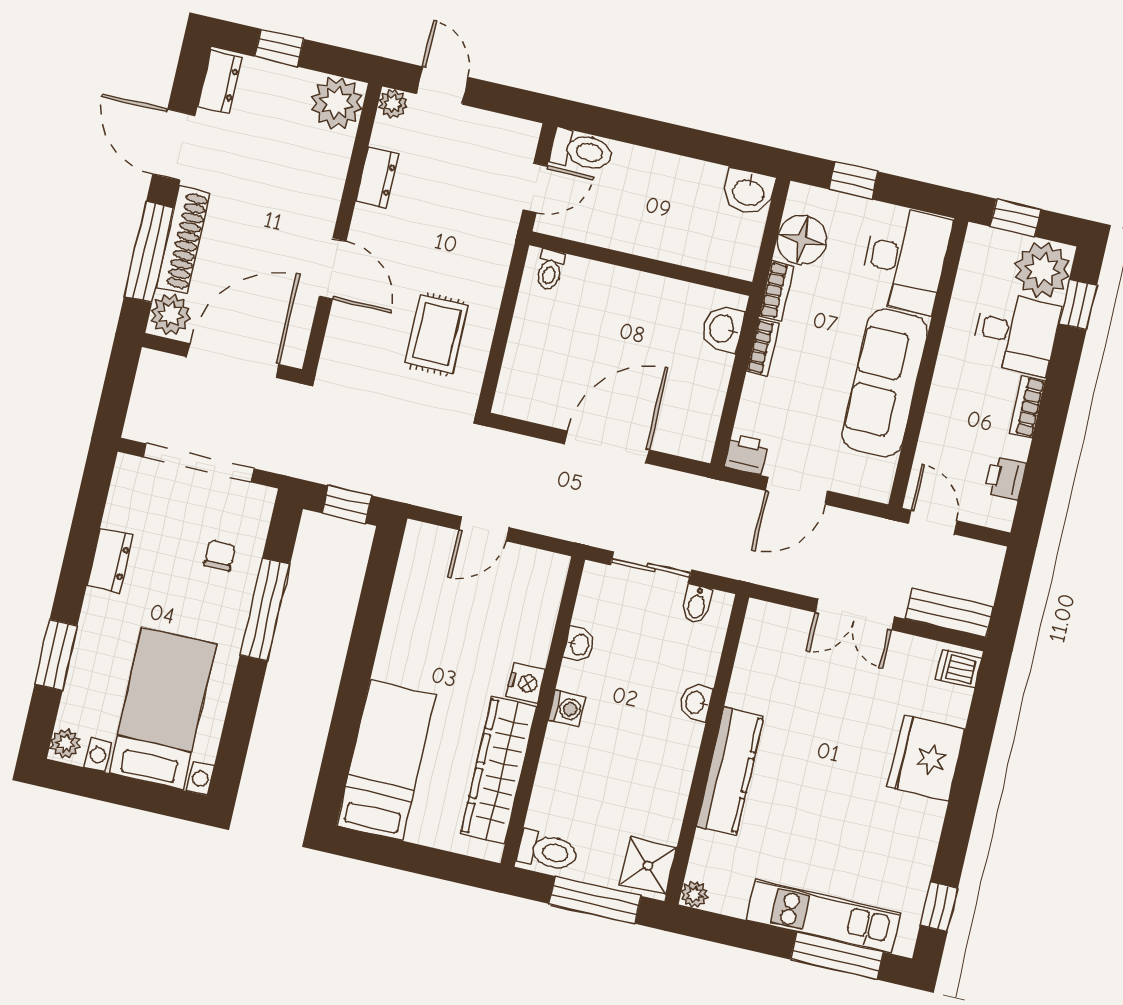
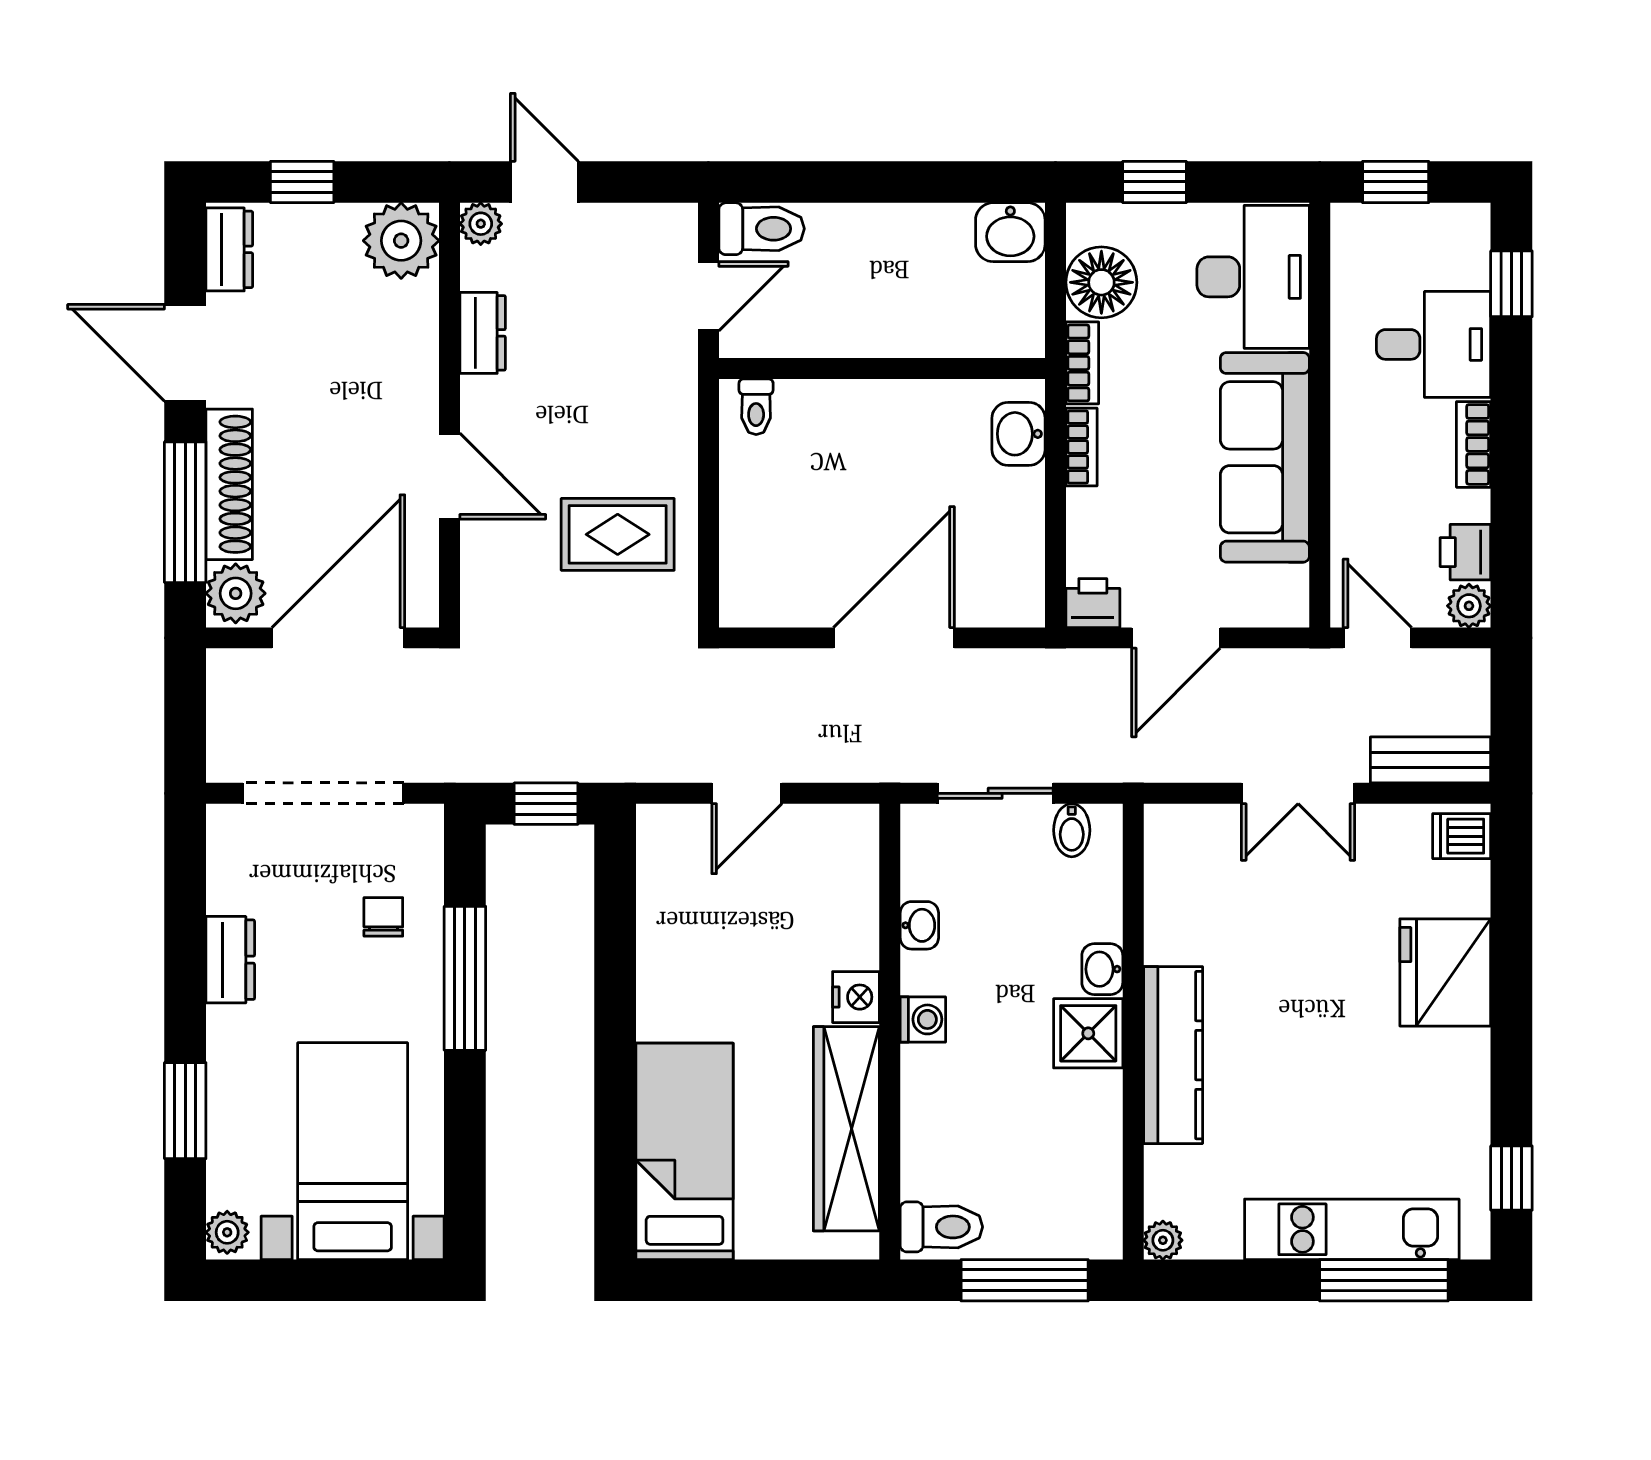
plant: (1042, 270) -> (1469, 606), moved, width x0.53, depth x0.53
rug: (437, 334) -> (618, 534), turned 90
shower: (648, 866) -> (1088, 1033), moved

